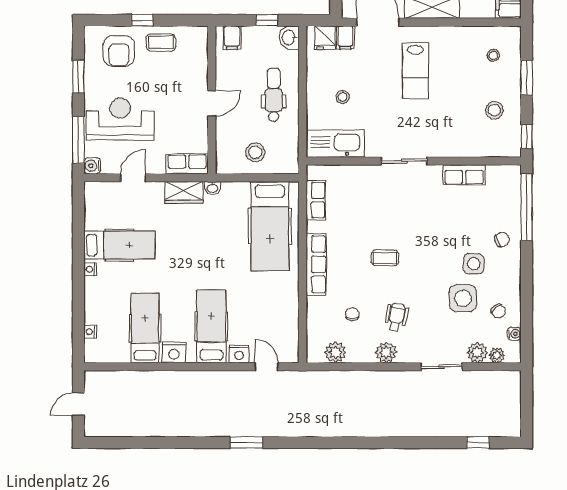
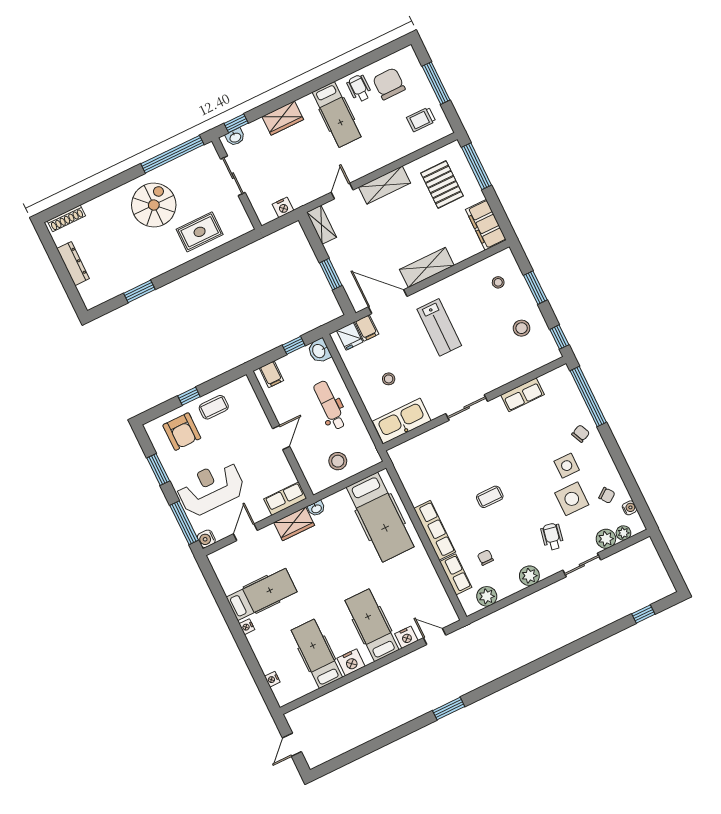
row of seats: (316, 200) -> (456, 574), moved
wheelchair: (396, 317) -> (552, 537), moved

